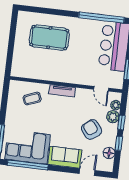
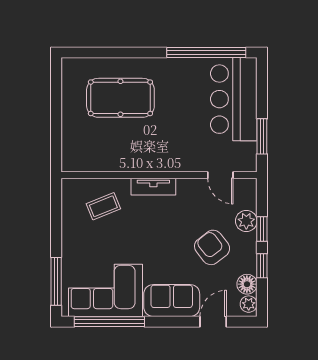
plant: (116, 105) -> (249, 304), moved

